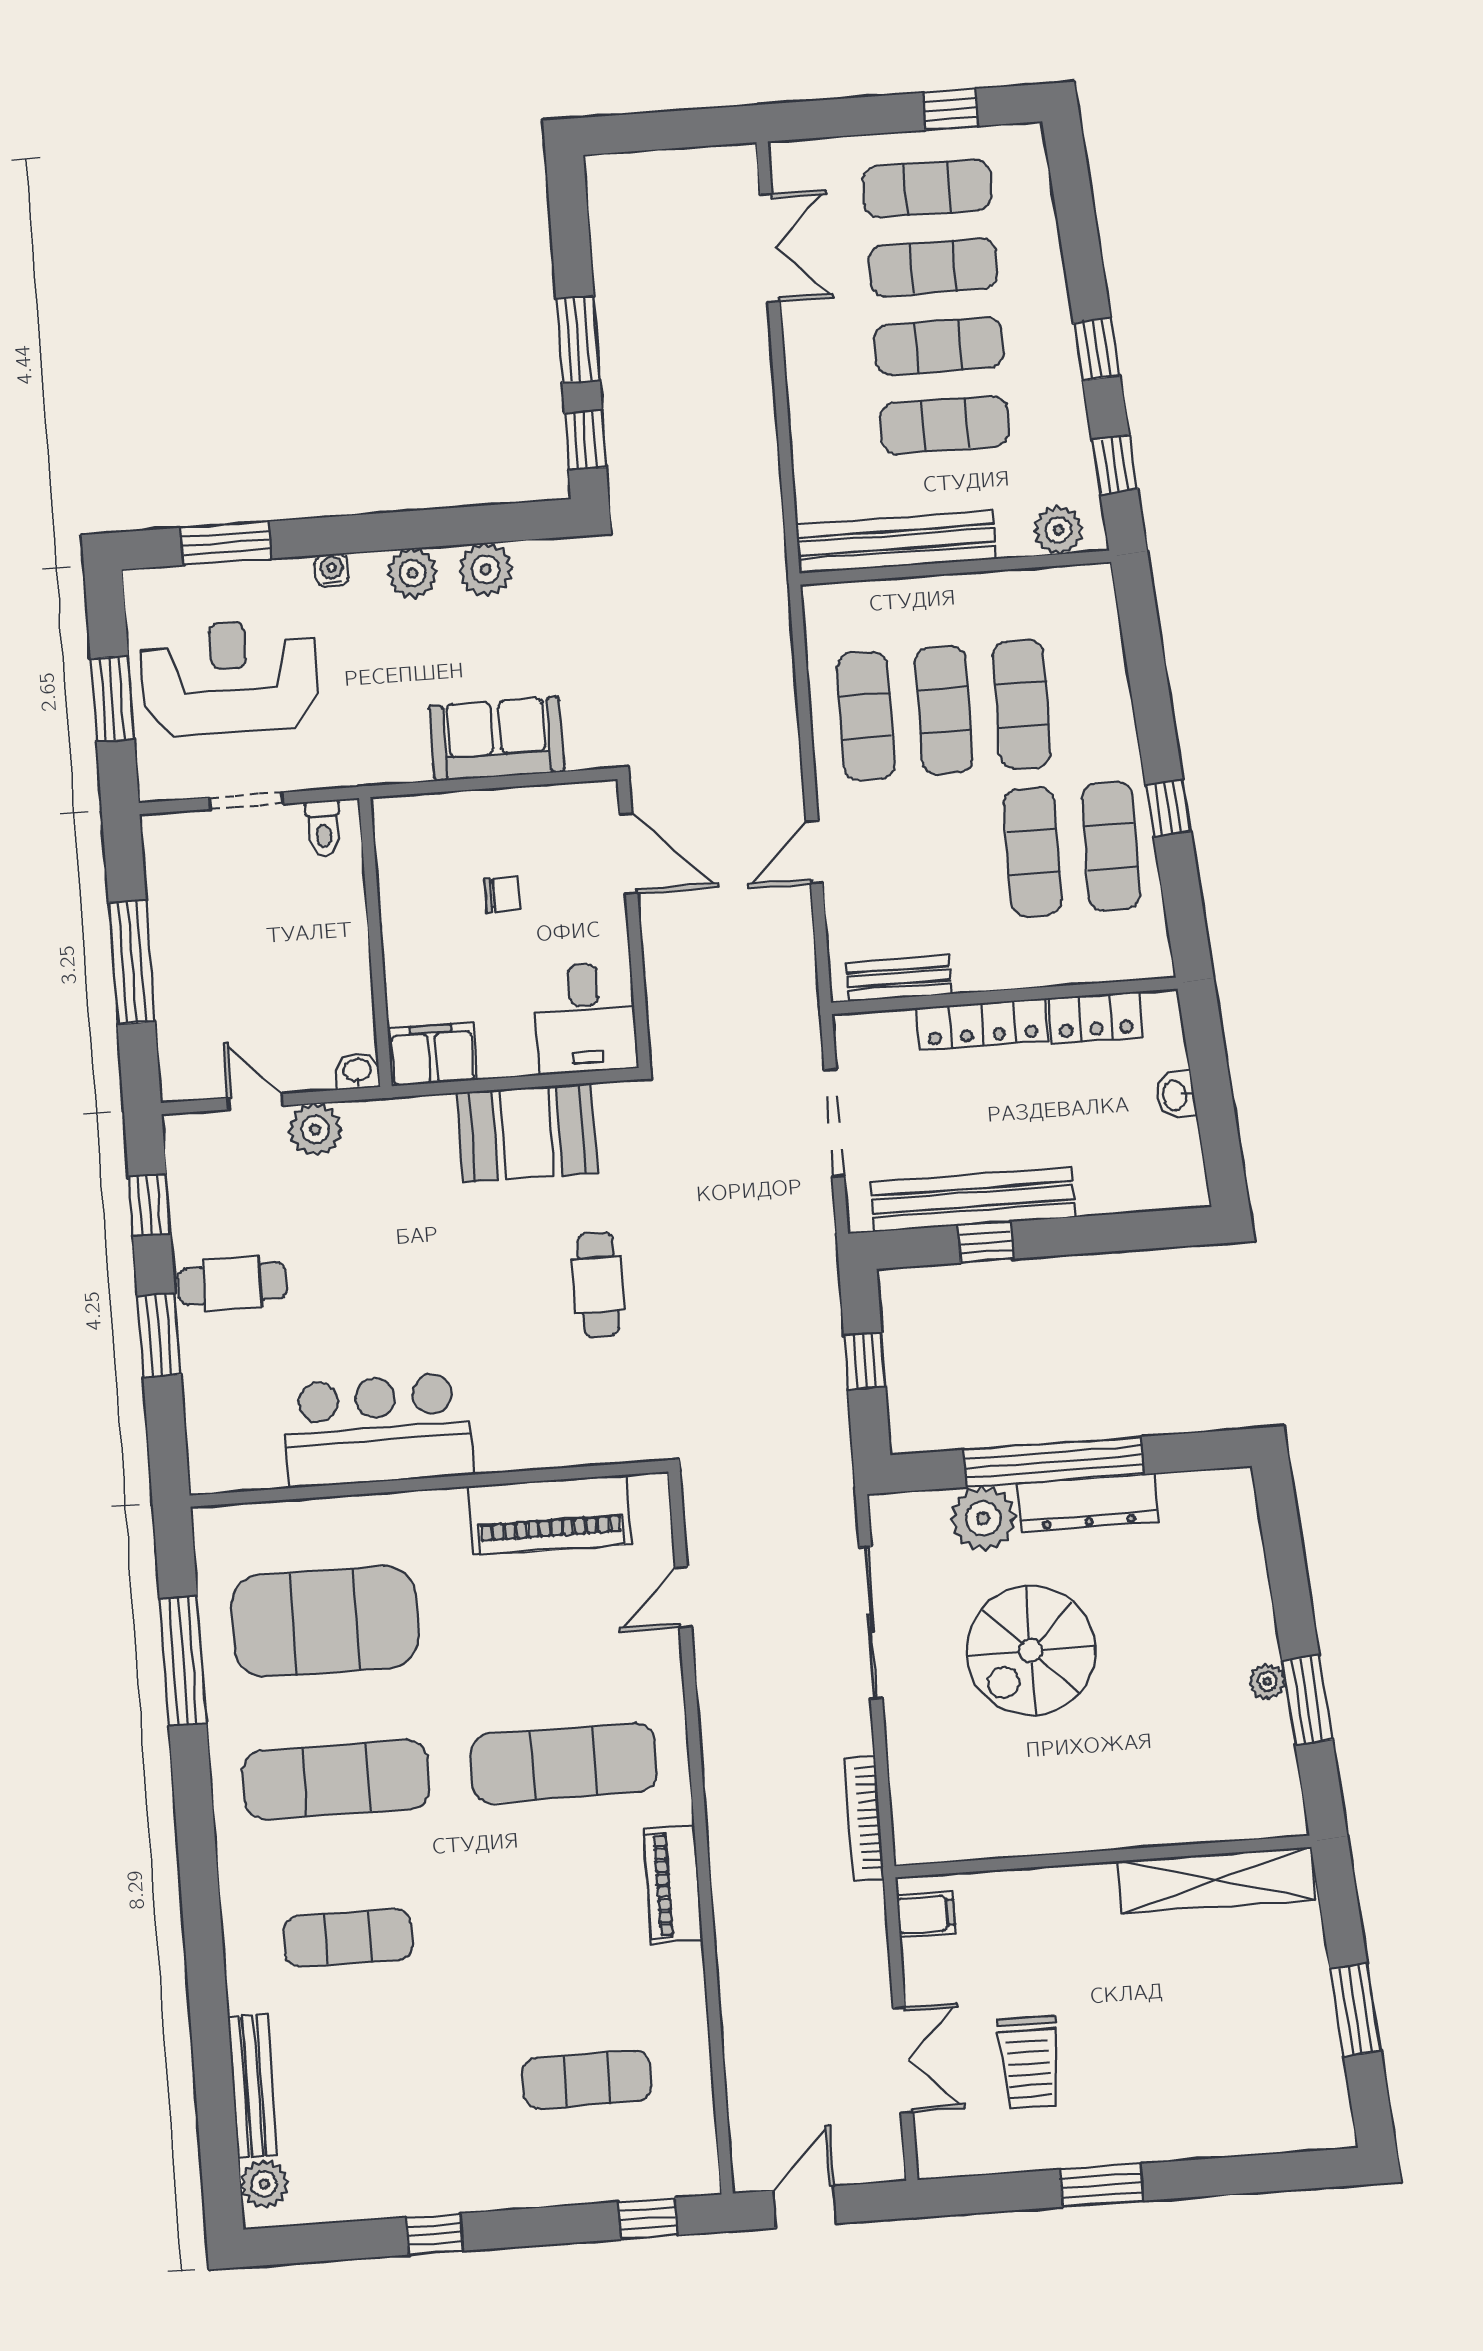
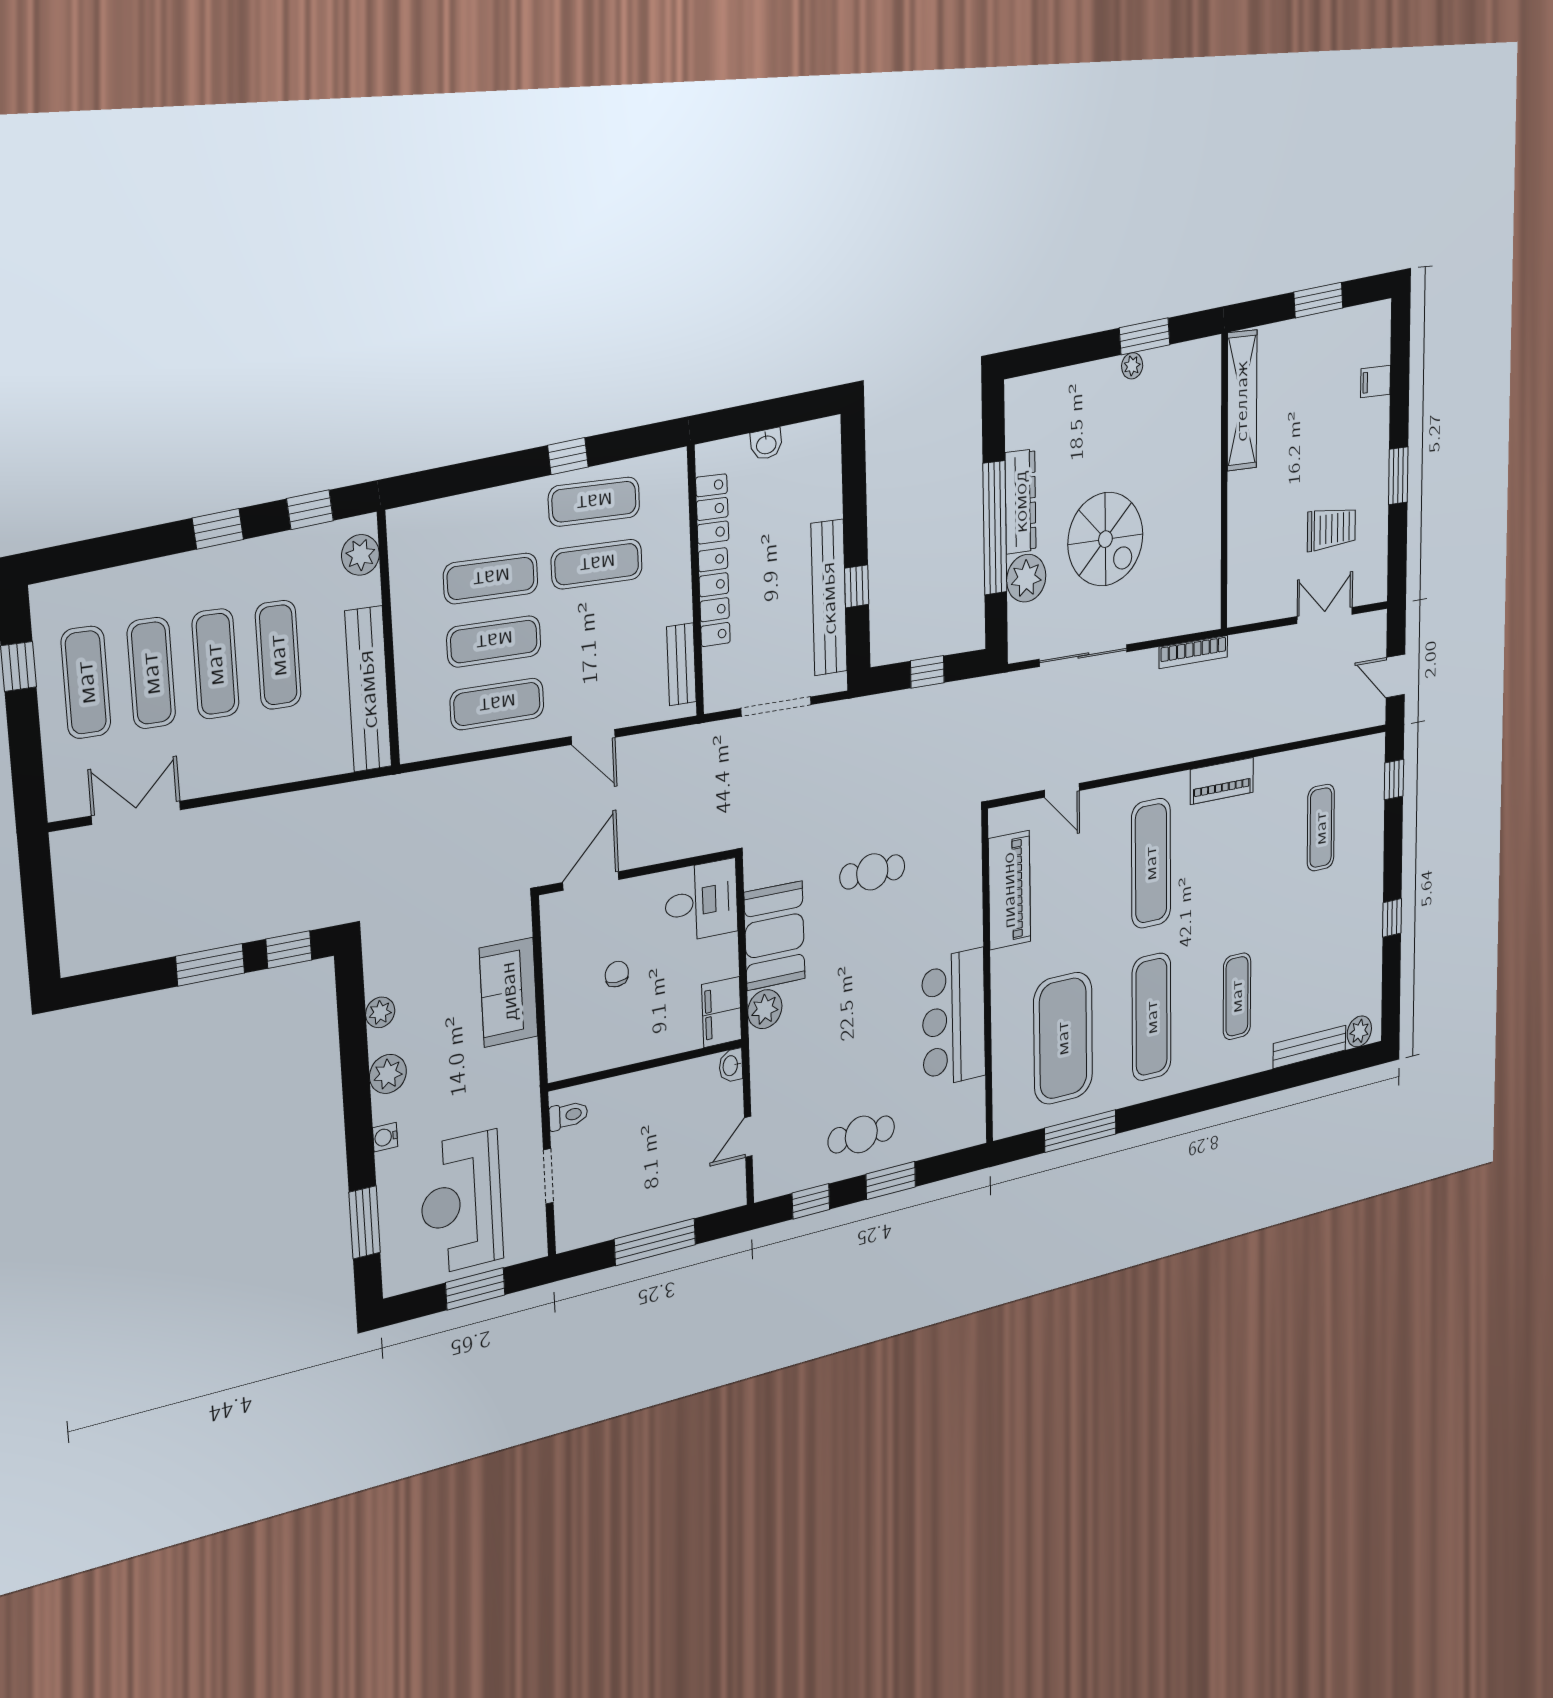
plant: (486, 570) -> (380, 1012), width x0.73, depth x0.73
plant: (315, 1130) -> (765, 1009), moved
cafe table: (232, 1283) -> (861, 1134), turned 90
filing cabinet: (926, 1914) -> (1376, 382), moved, turned -90

